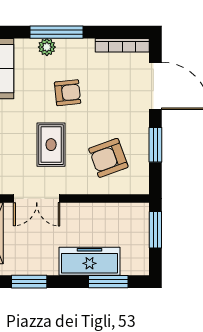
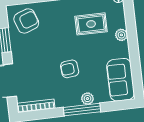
rug: (51, 145) -> (91, 24), moved, turned 90
armchair: (108, 158) -> (26, 21), moved

